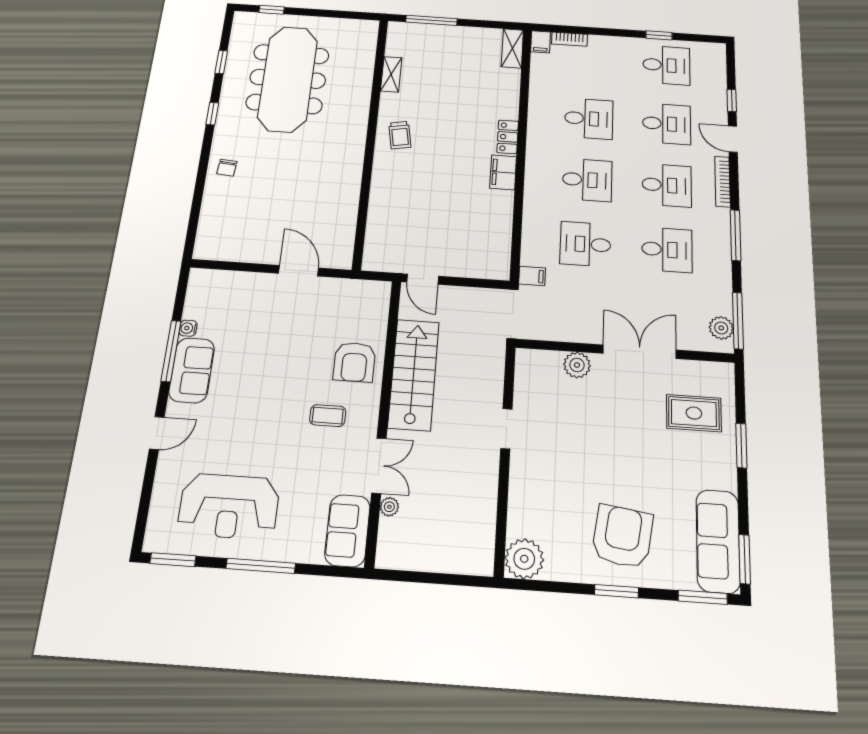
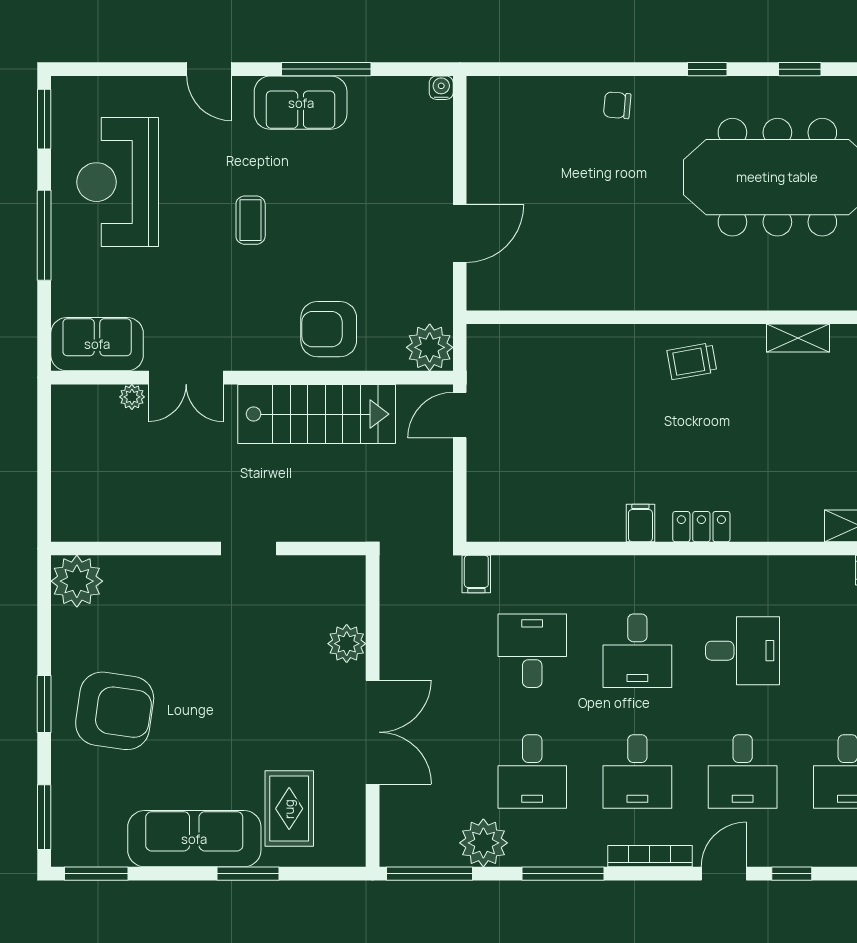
desk: (589, 119) -> (743, 651), turned -90
filing cabinet: (503, 172) -> (640, 523), width x0.50
plant: (374, 295) -> (430, 347), added
water cooler: (188, 328) -> (441, 88), moved
plant: (721, 328) -> (483, 843), moved, width x1.36, depth x1.36
coffee table: (328, 416) -> (251, 220), moved
sofa: (718, 541) -> (194, 839), moved

